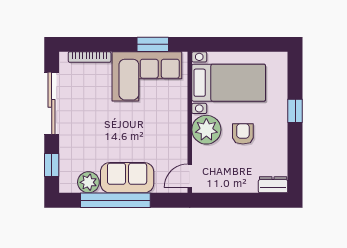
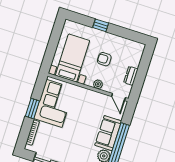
window: (153, 44) -> (32, 109), moved
plant: (206, 130) -> (98, 84), width x0.53, depth x0.53
dresser: (273, 185) -> (131, 76), moved

